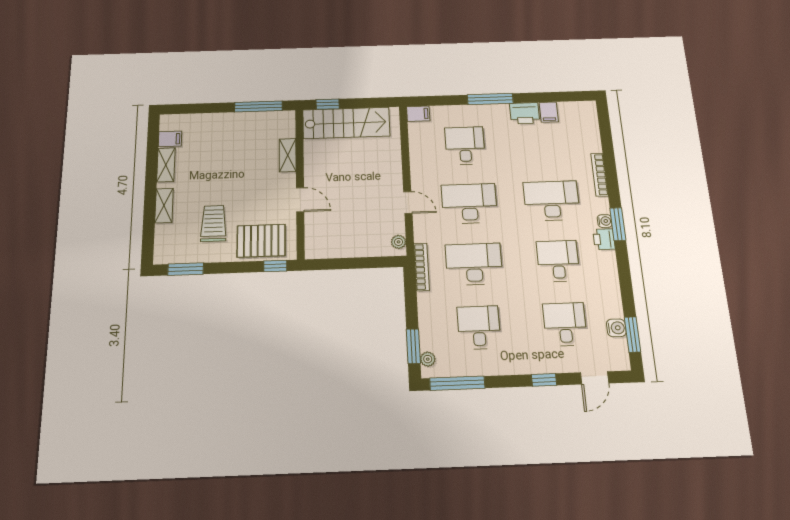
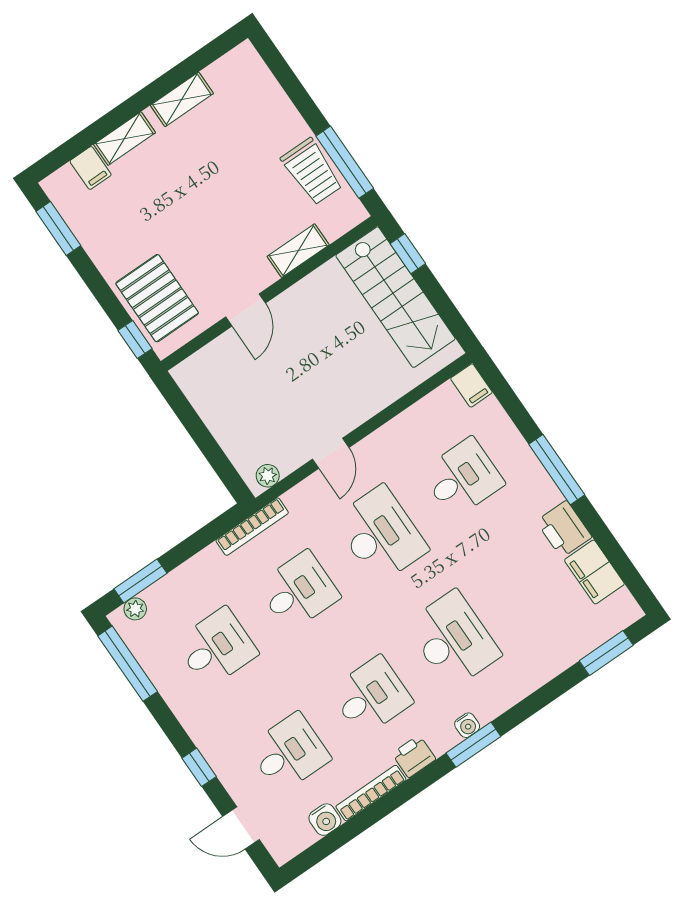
filing cabinet: (549, 112) -> (594, 572), width x2.00
filing cabinet: (170, 139) -> (91, 168), moved
bookcase: (600, 175) -> (371, 793), moved
trolley: (214, 223) -> (312, 172), moved, turned 90
printer: (604, 239) -> (414, 756), moved
desk: (474, 264) -> (298, 591), width x0.73
window: (632, 334) -> (606, 653), moved

